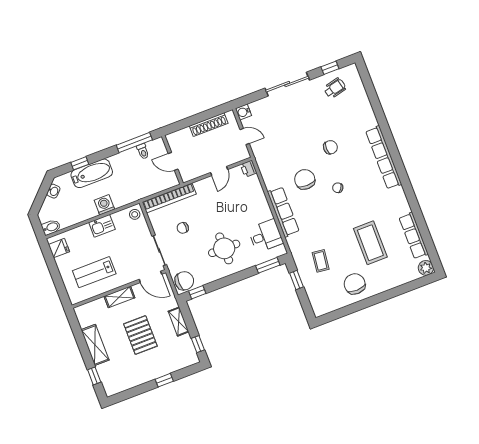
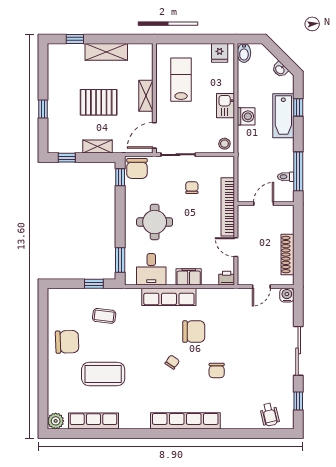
wheelchair: (335, 88) -> (270, 415), moved
bookcase: (169, 198) -> (228, 207), moved
filing cabinet: (260, 201) -> (189, 277), added

